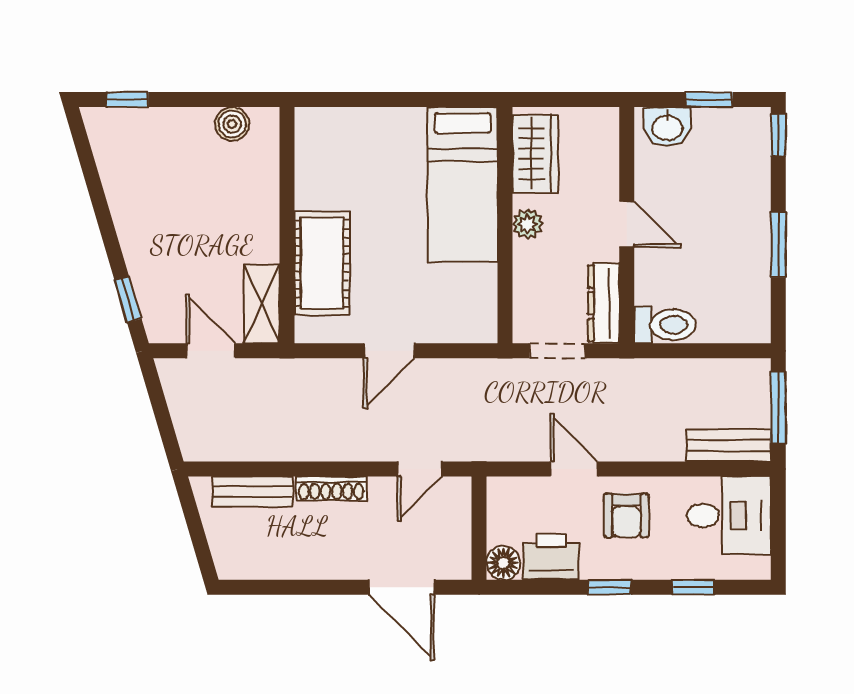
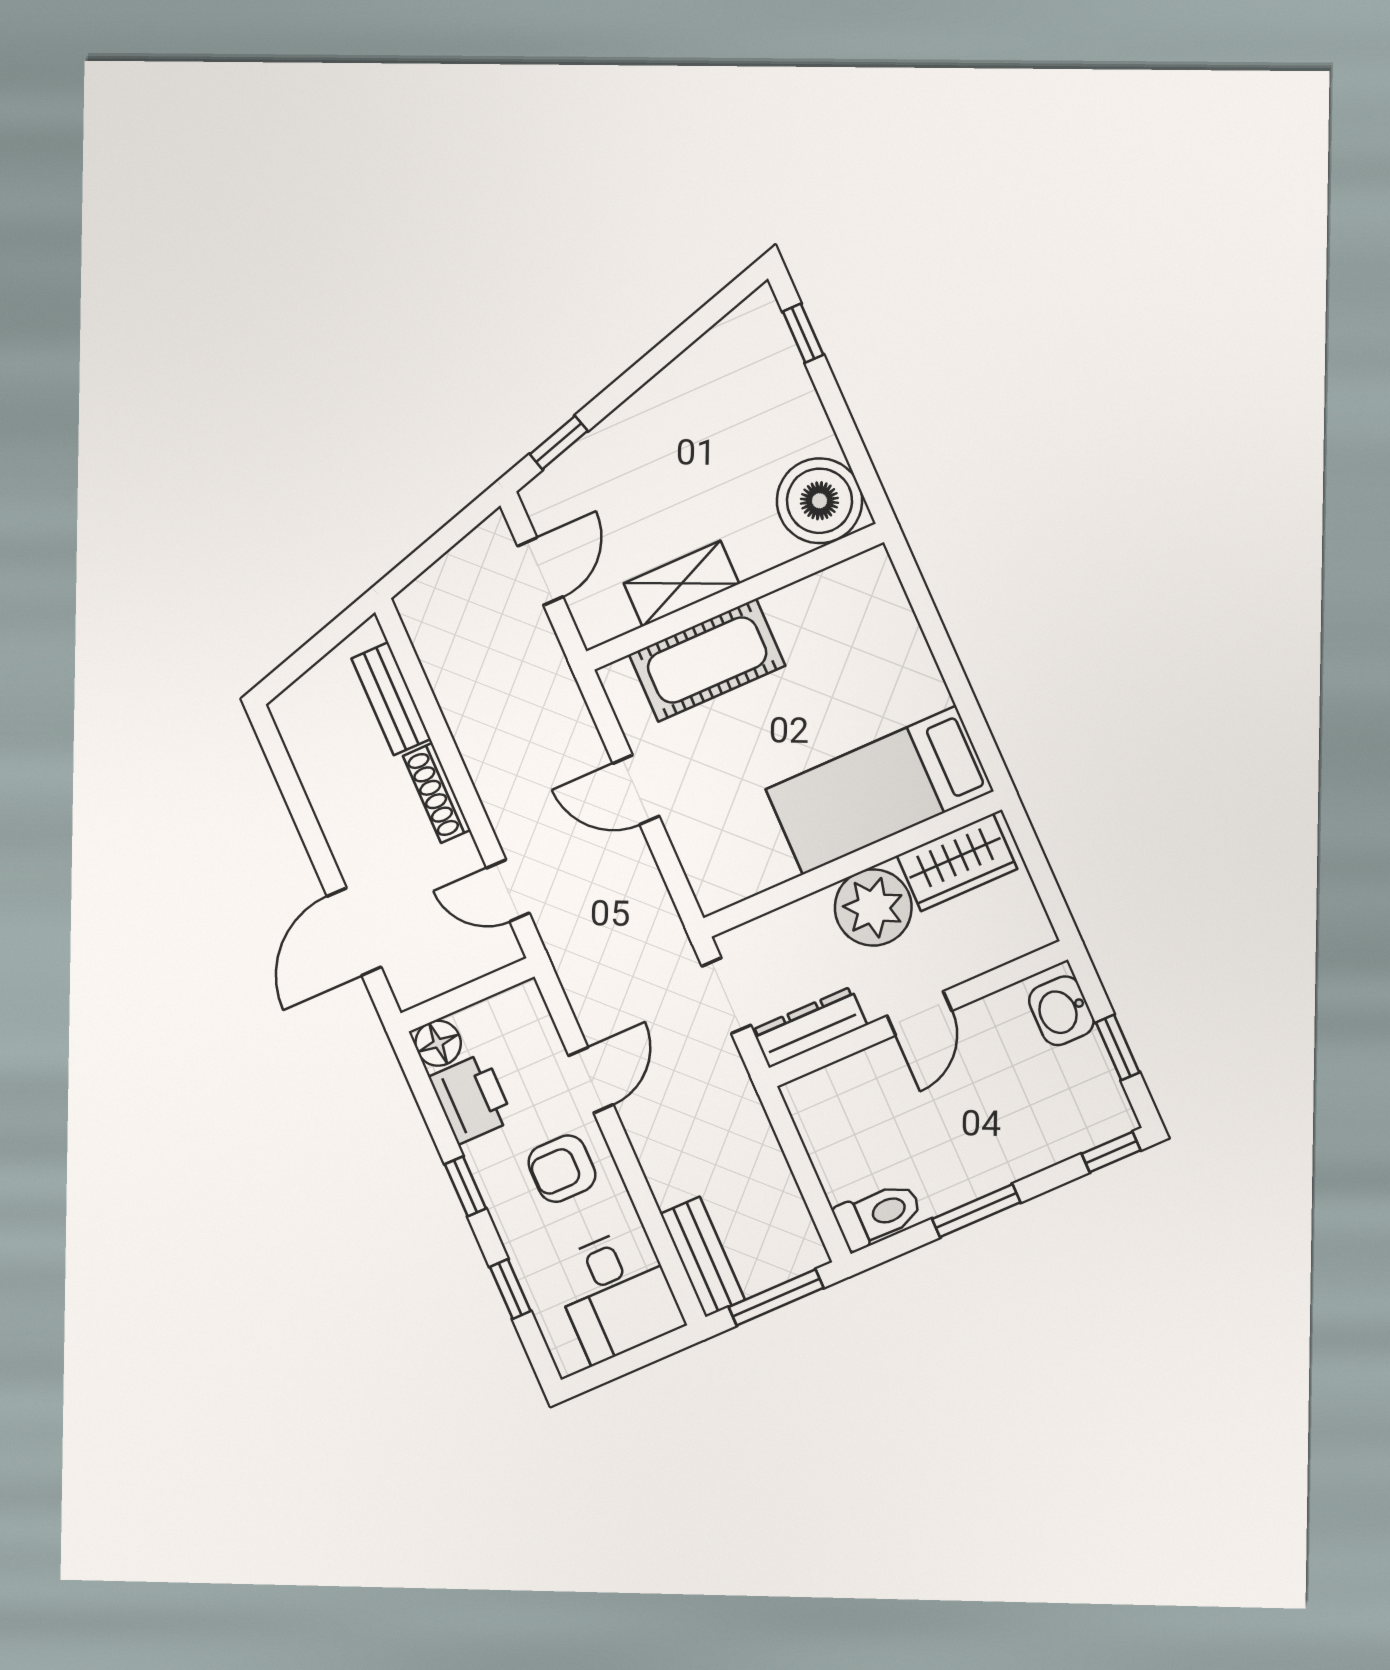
boiler: (232, 124) -> (819, 501), width x1.86, depth x1.86
plant: (527, 224) -> (873, 907), width x1.88, depth x1.88
shelving: (262, 304) -> (682, 584), moved
toilet: (665, 325) -> (878, 1215), moved, turned -90

